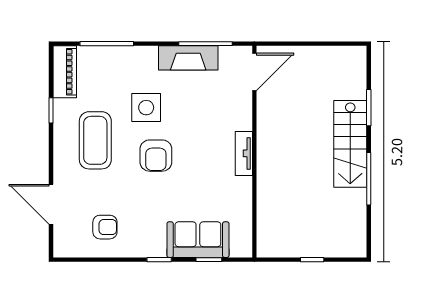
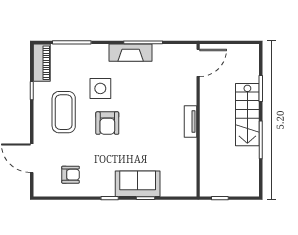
door: (254, 72) -> (198, 63), moved
wall: (254, 152) -> (198, 120), moved
tv unit: (244, 153) -> (191, 122), moved

